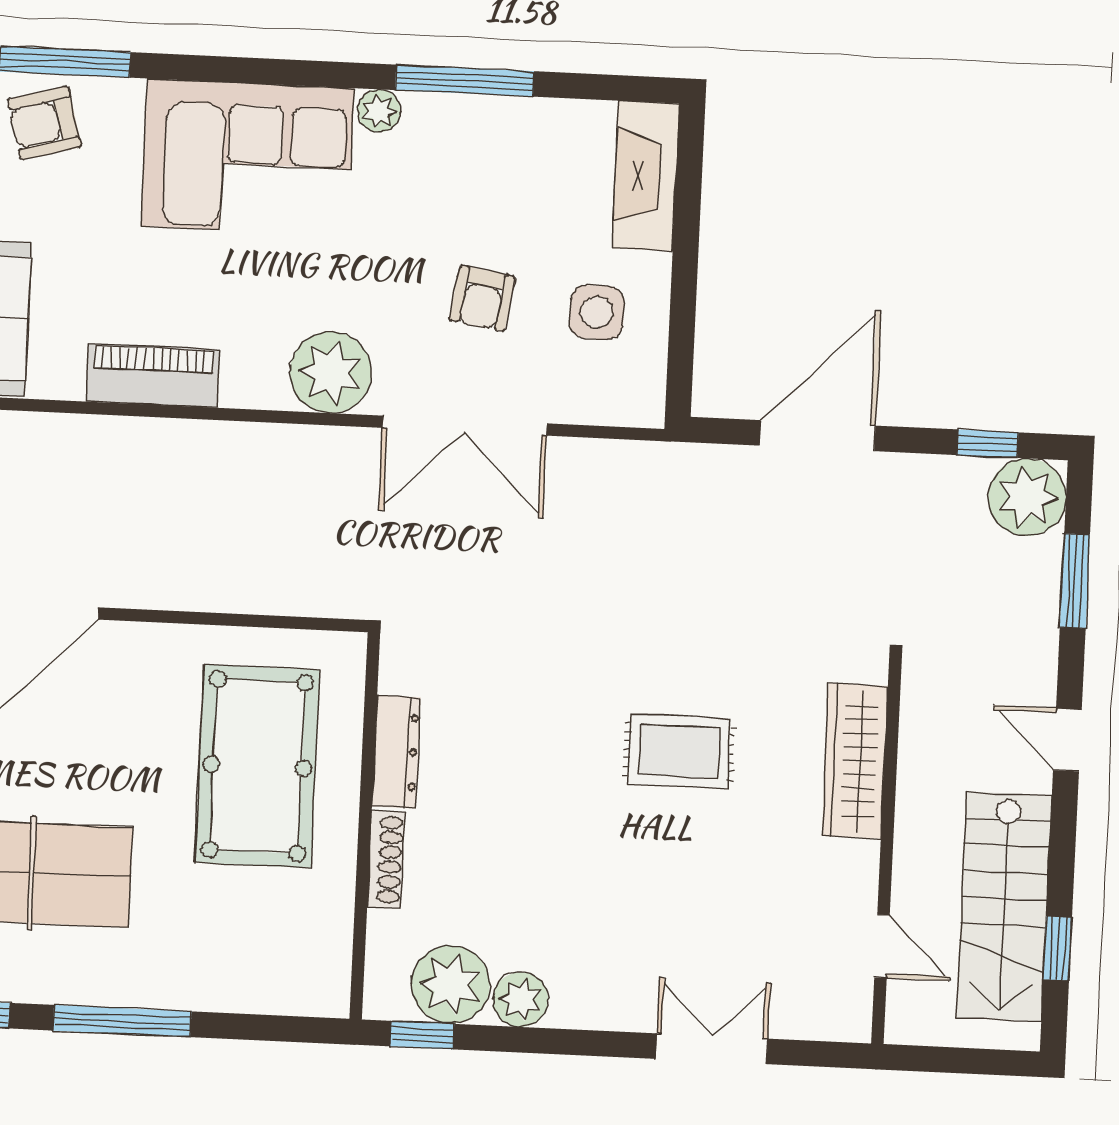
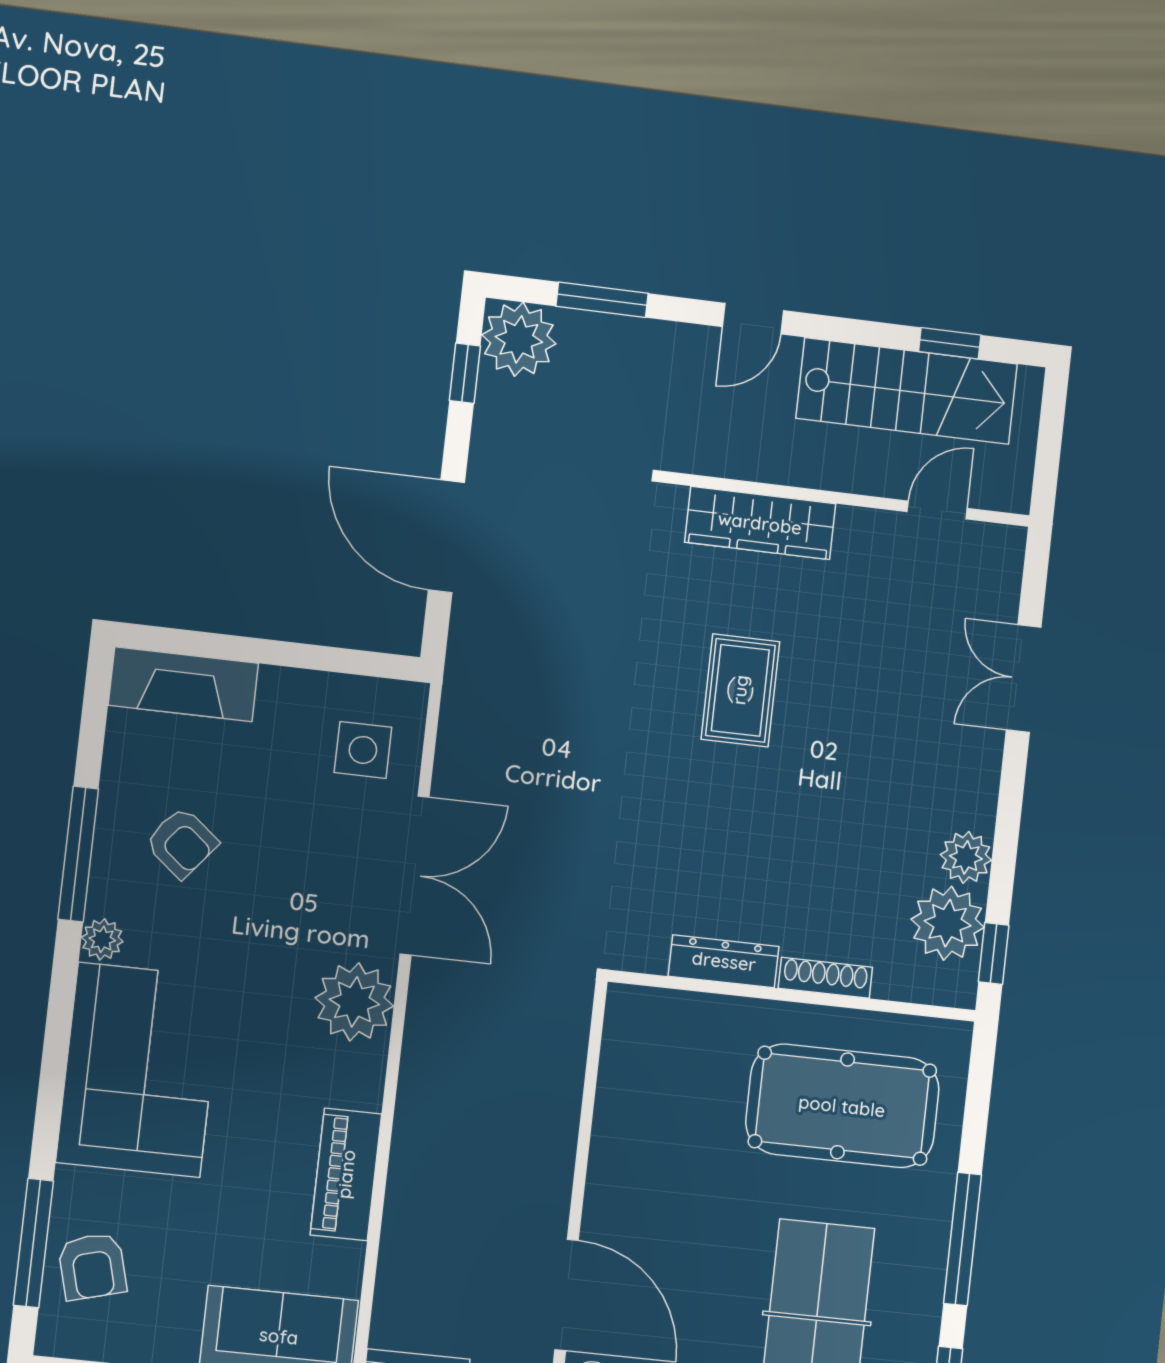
armchair: (482, 298) -> (182, 843), moved, turned 30
side table: (597, 312) -> (363, 750), moved
pool table: (258, 766) -> (842, 1106), moved

